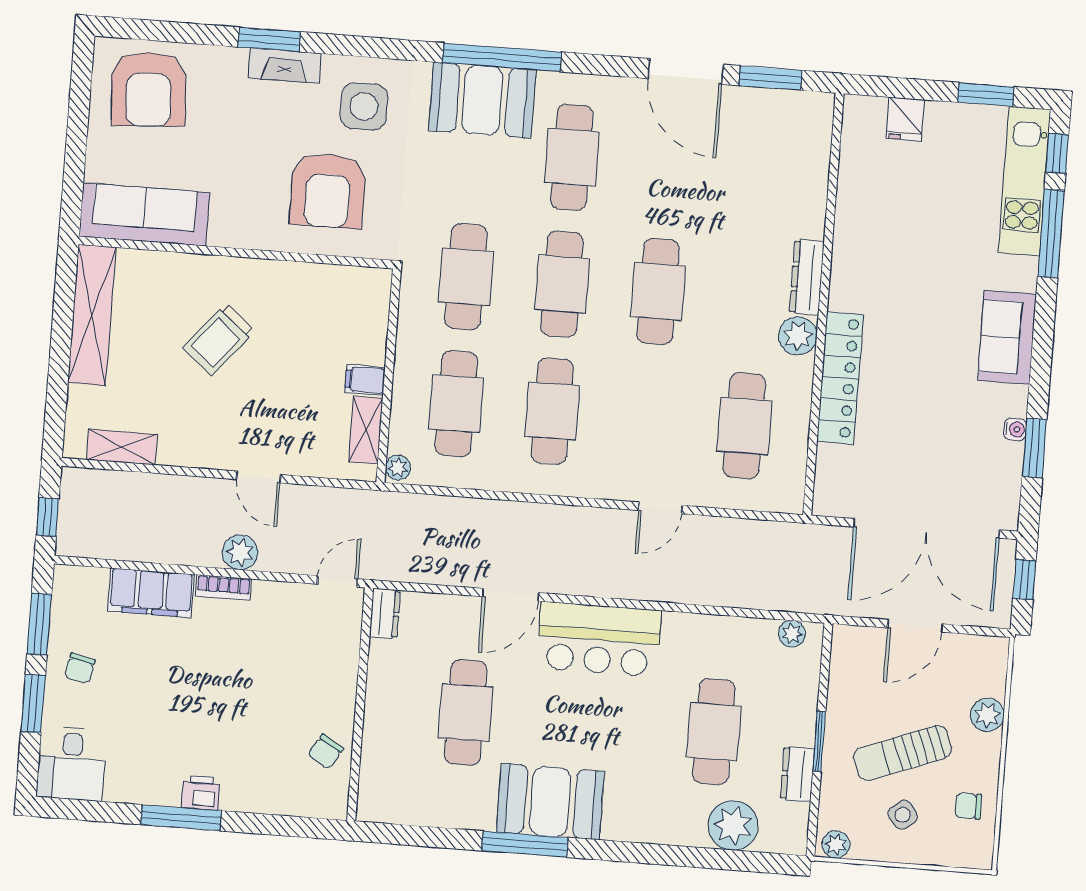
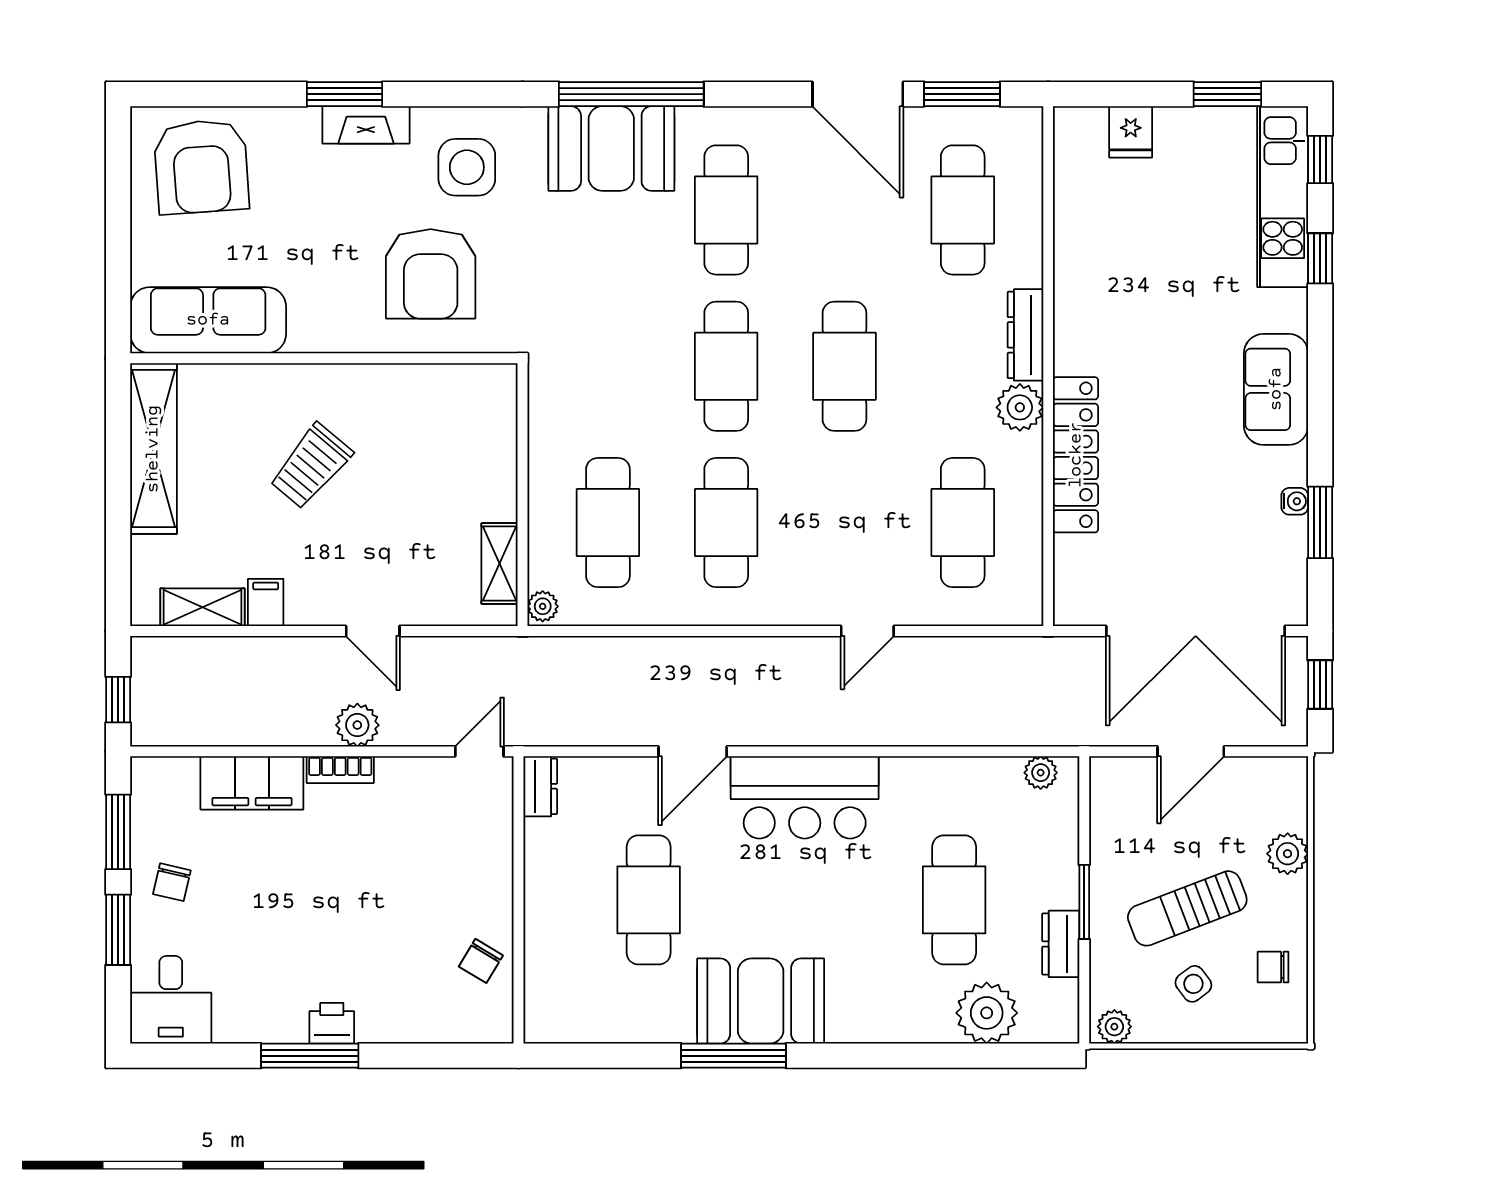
window: (1051, 234) -> (1320, 258), width x0.46
cafe table: (466, 277) -> (963, 210), moved
filing cabinet: (365, 380) -> (266, 603), moved, turned 90

